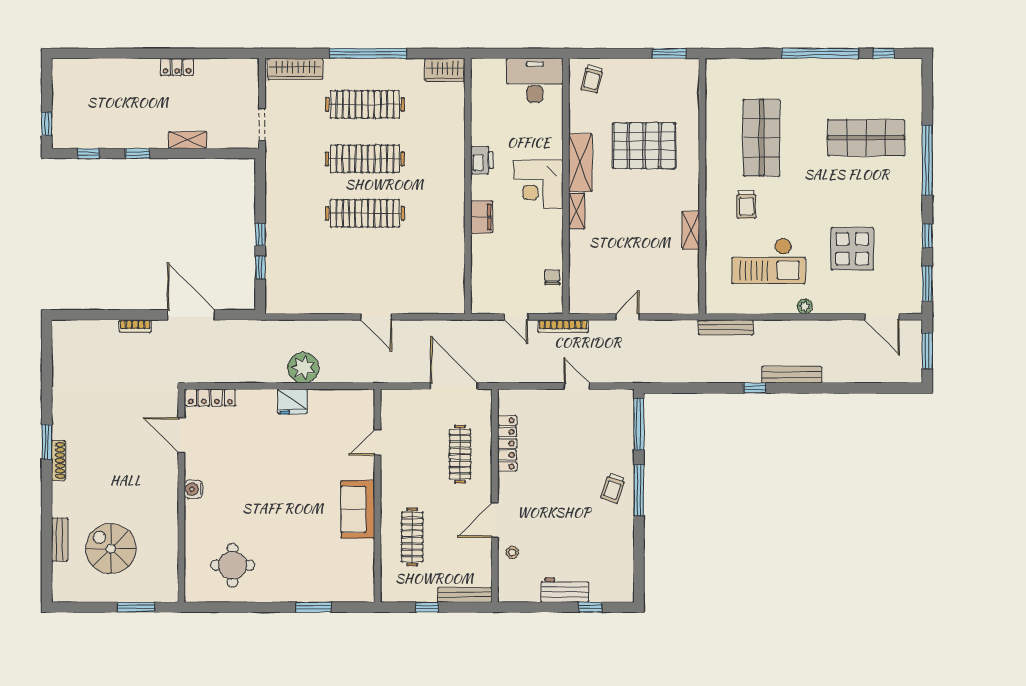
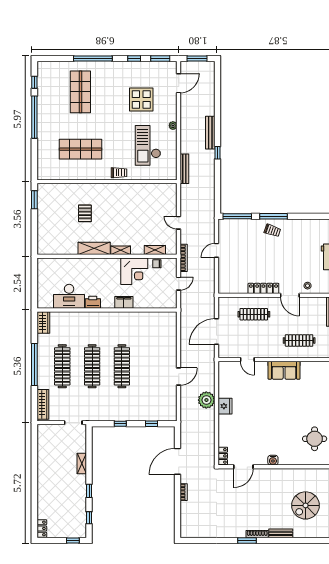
locker: (177, 67) -> (42, 528), moved
trolley: (592, 79) -> (48, 242), removed
desk: (535, 80) -> (69, 296), moved, turned -90
pallet: (644, 146) -> (85, 213), width x0.49, depth x0.50
corner desk: (539, 184) -> (134, 271), moved
trolley: (746, 205) -> (119, 173), moved
shelving: (691, 230) -> (155, 250), moved
window: (260, 234) -> (120, 424), moved
checkout: (768, 261) -> (148, 145), turned 180
door: (376, 317) -> (179, 377), moved
door: (454, 386) -> (216, 332), moved
locker: (210, 398) -> (223, 456), width x0.66
locker: (507, 444) -> (263, 288), moved
bench: (60, 539) -> (281, 533), moved

